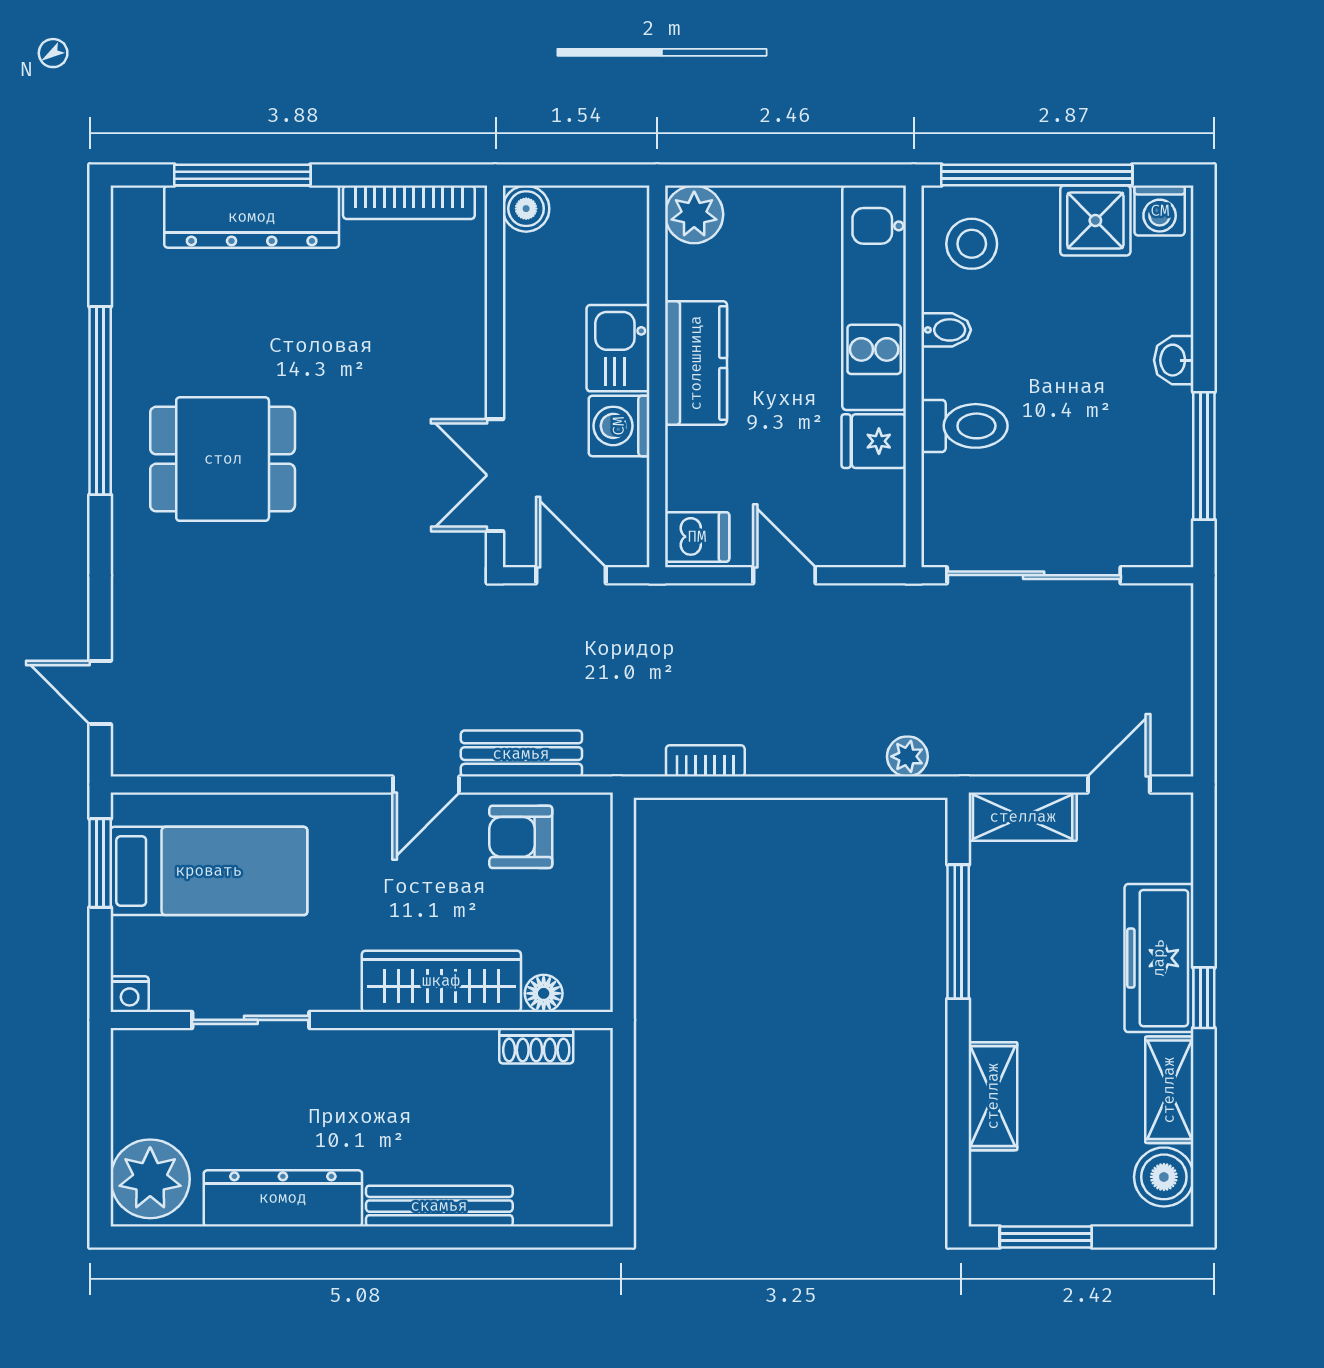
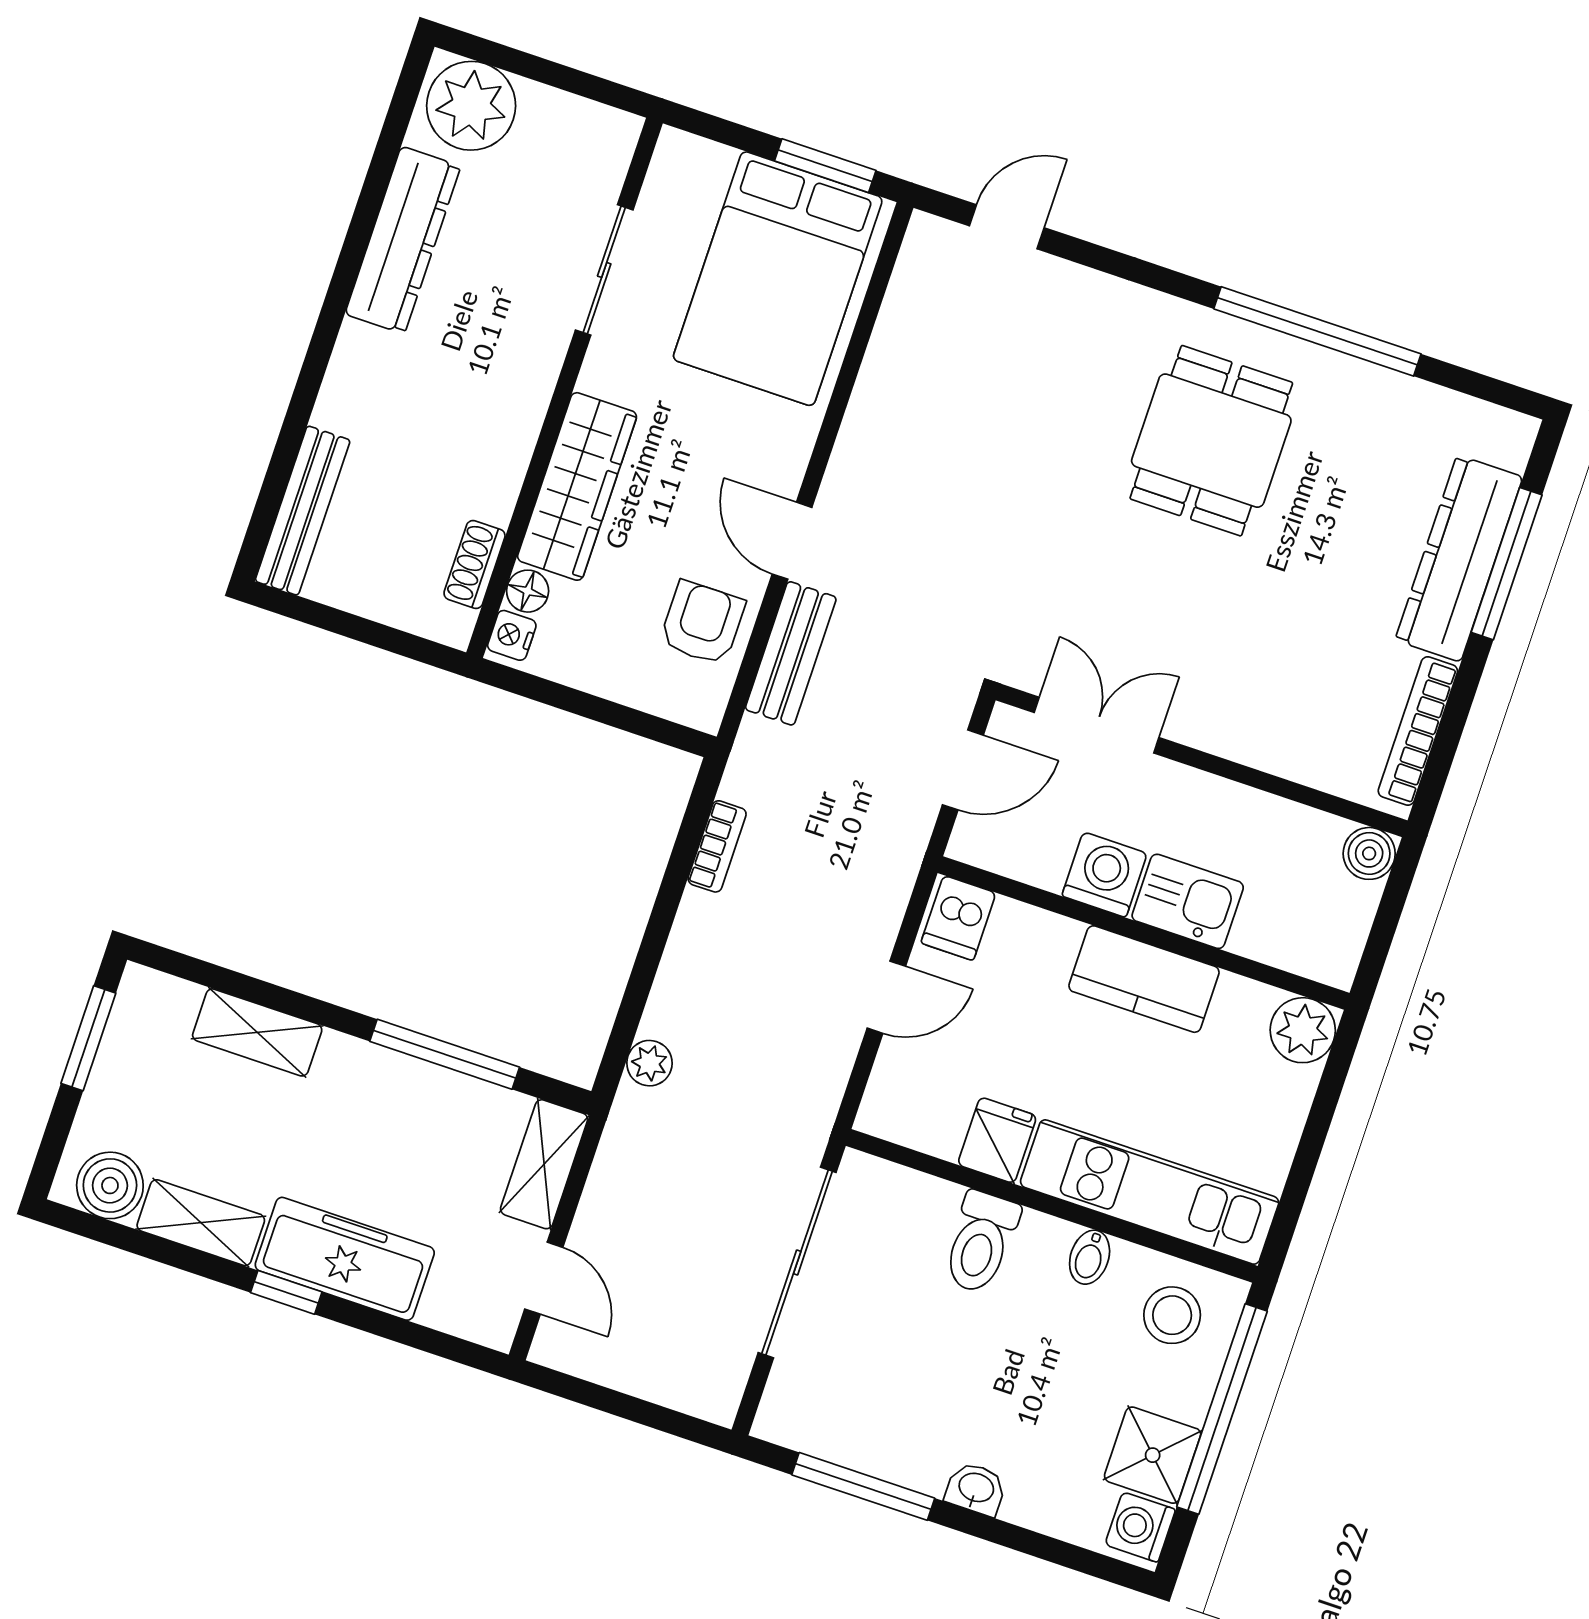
bed: (209, 871) -> (778, 279), width x1.50
nightstand: (130, 994) -> (512, 635), moved
bench: (439, 1206) -> (303, 511), moved

